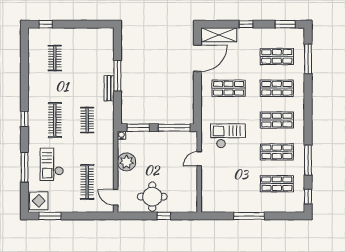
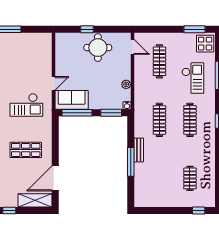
clothes rail: (87, 120) -> (159, 120), width x1.36
sofa: (180, 141) -> (72, 100), added
plant: (127, 162) -> (126, 84), width x0.53, depth x0.53

